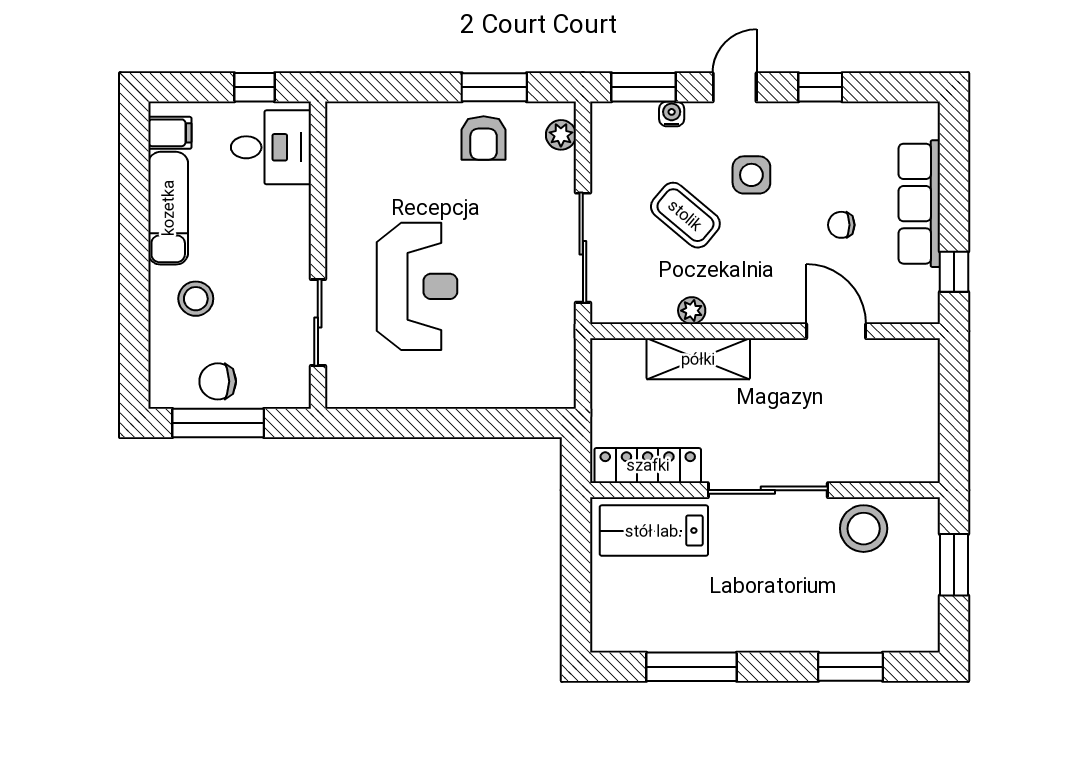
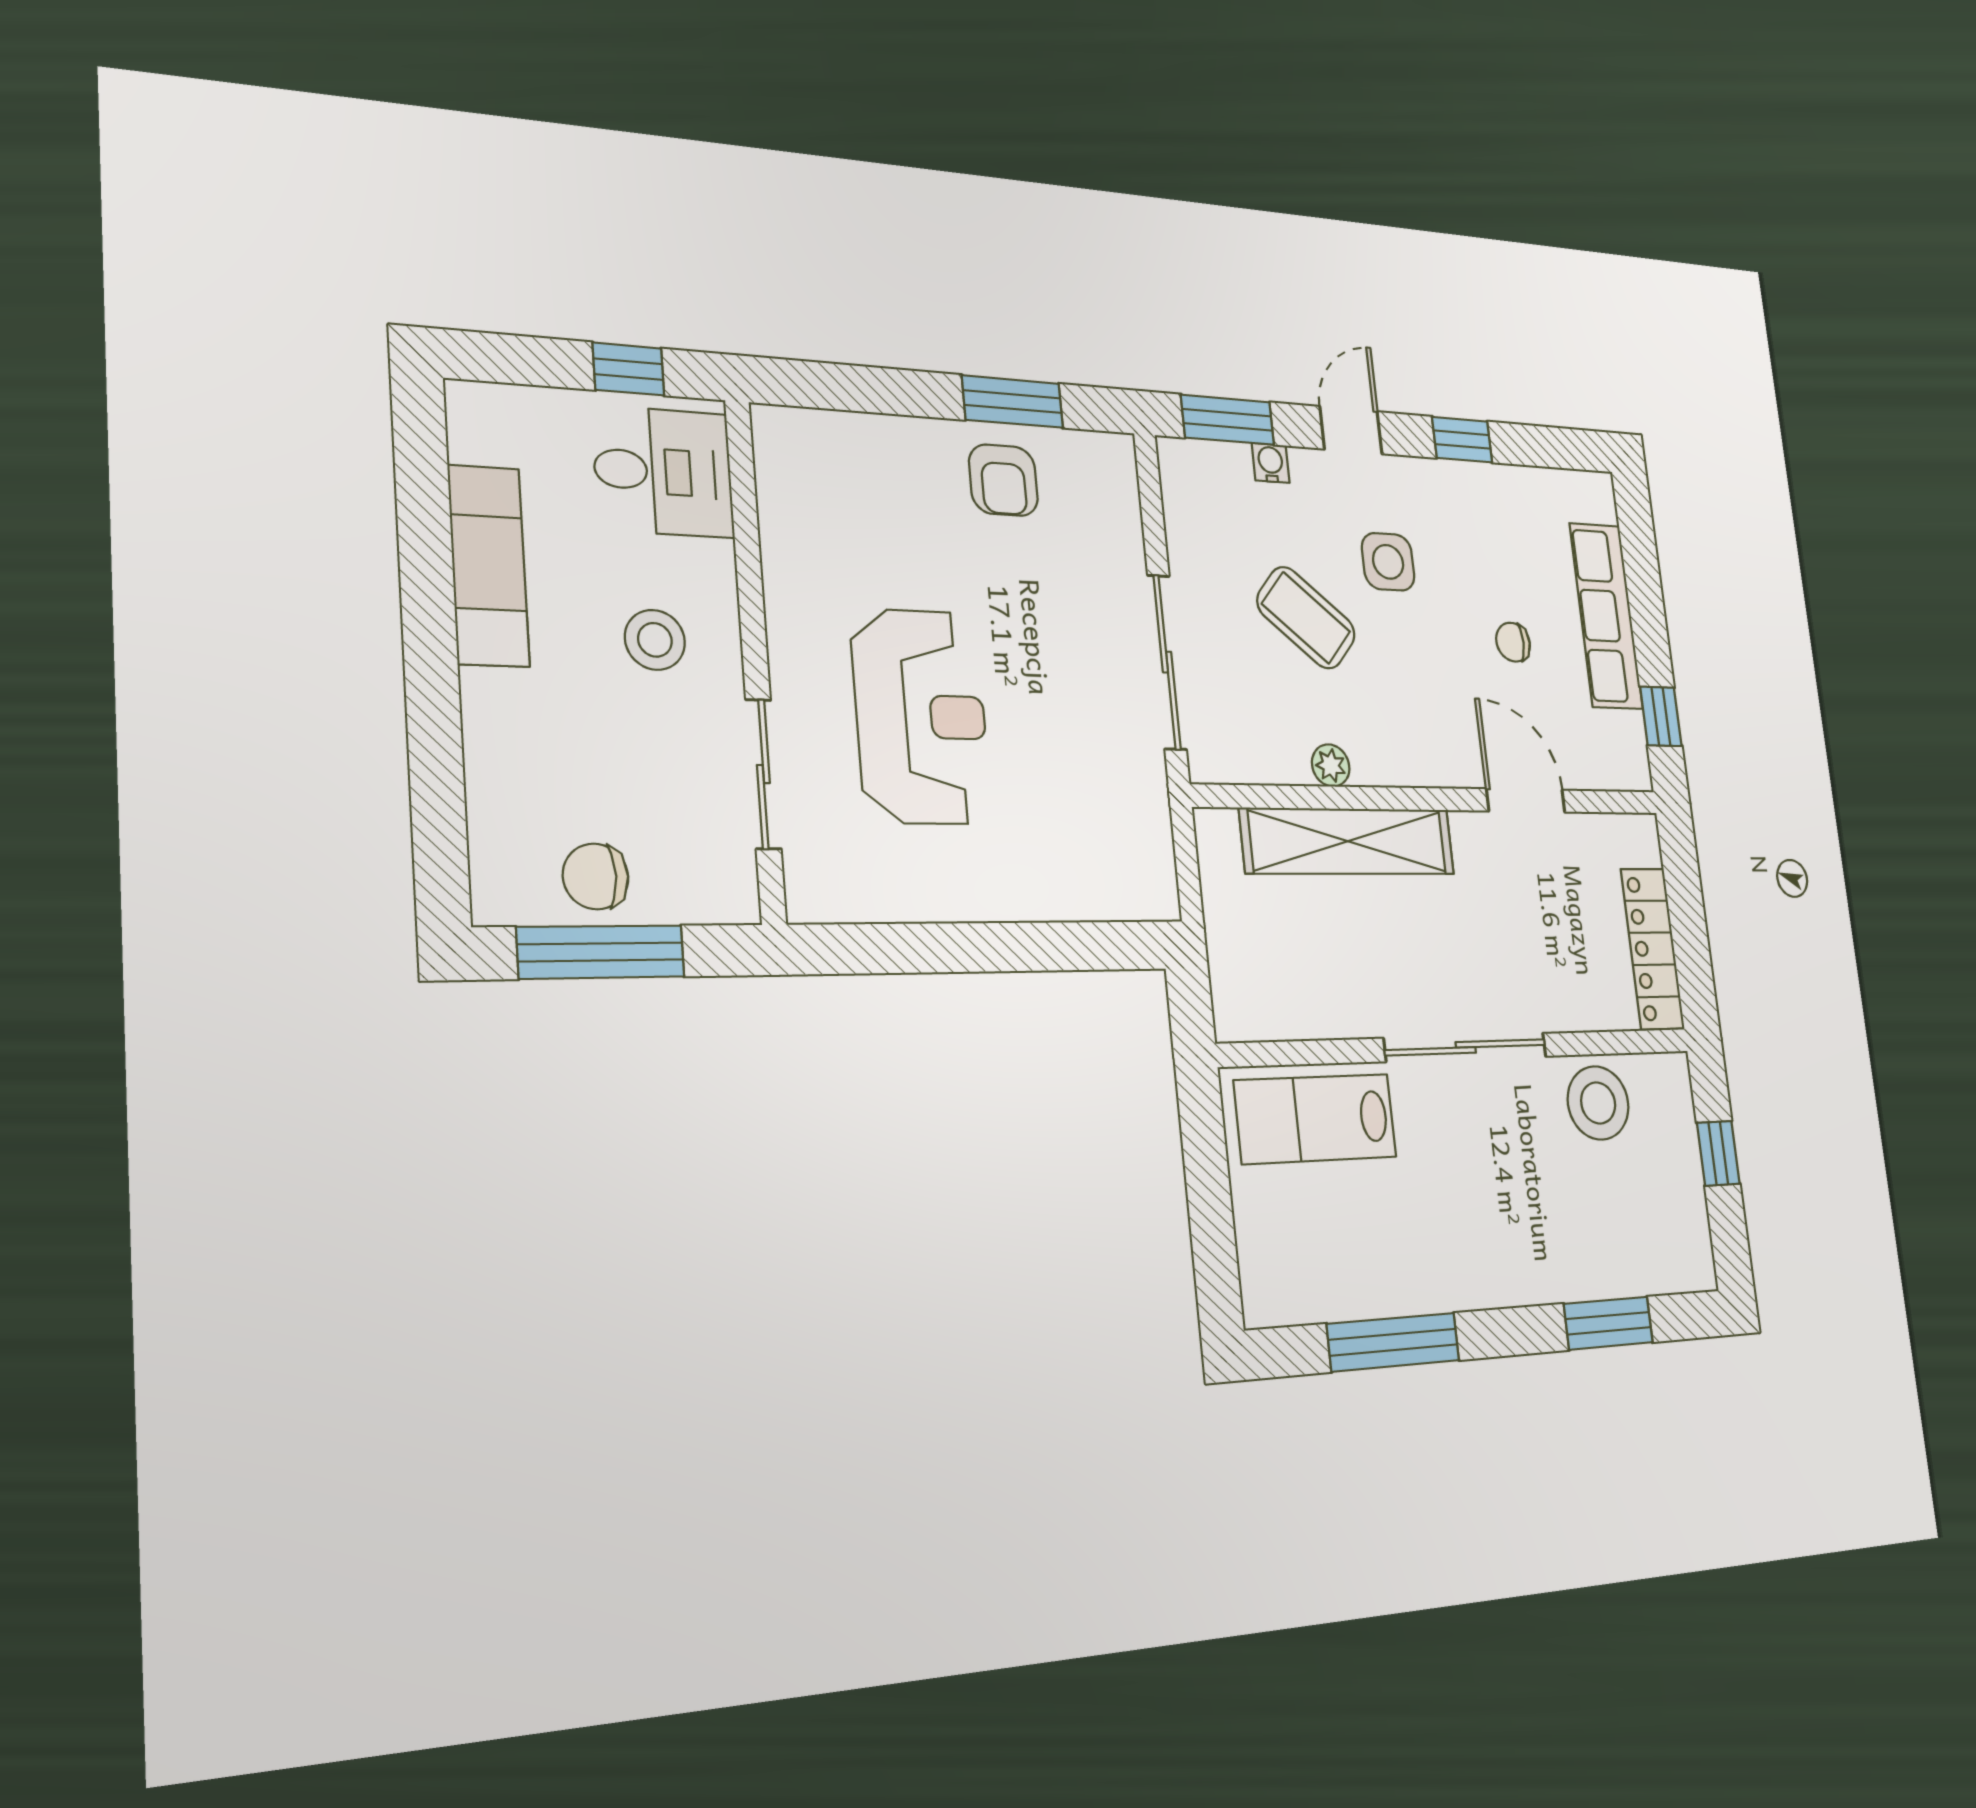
filing cabinet: (170, 133) -> (485, 435), removed
plant: (561, 135) -> (1118, 483), removed
stool: (196, 299) -> (655, 640), moved
shelving: (698, 359) -> (1348, 841), width x1.47
locker: (648, 465) -> (1653, 949), moved, turned -90
window: (954, 565) -> (1718, 1153), width x0.67

